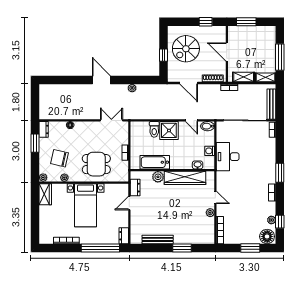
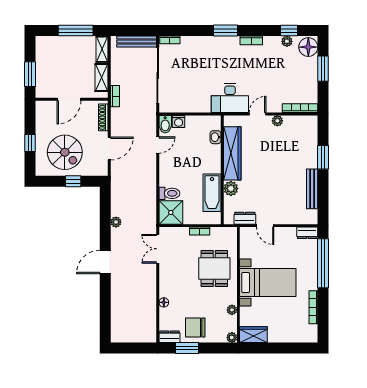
window: (206, 22) -> (30, 143), moved
shower: (169, 130) -> (171, 213), moved
washing machine: (210, 151) -> (179, 121), moved
desk: (228, 157) -> (230, 98), moved
chair: (60, 158) -> (195, 328), moved, turned 77

